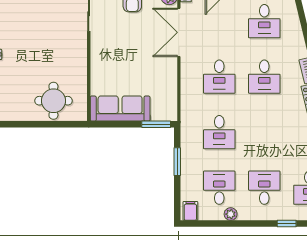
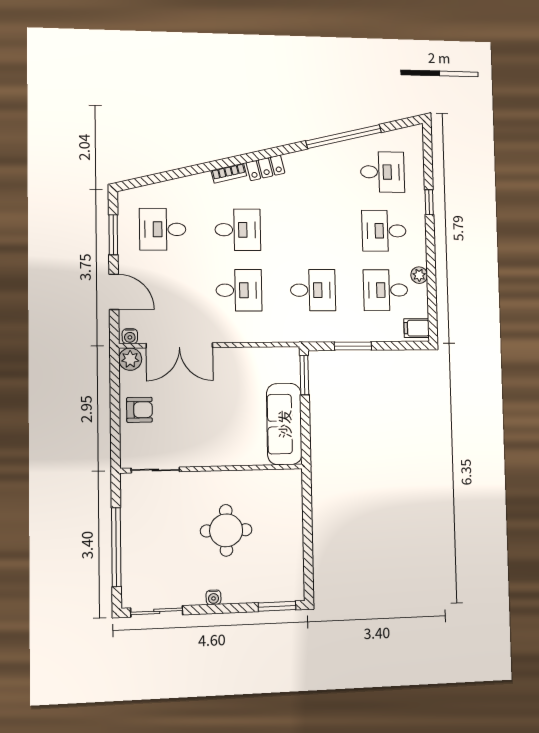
desk: (264, 21) -> (163, 229), turned 180
round table: (53, 101) -> (226, 530), moved

